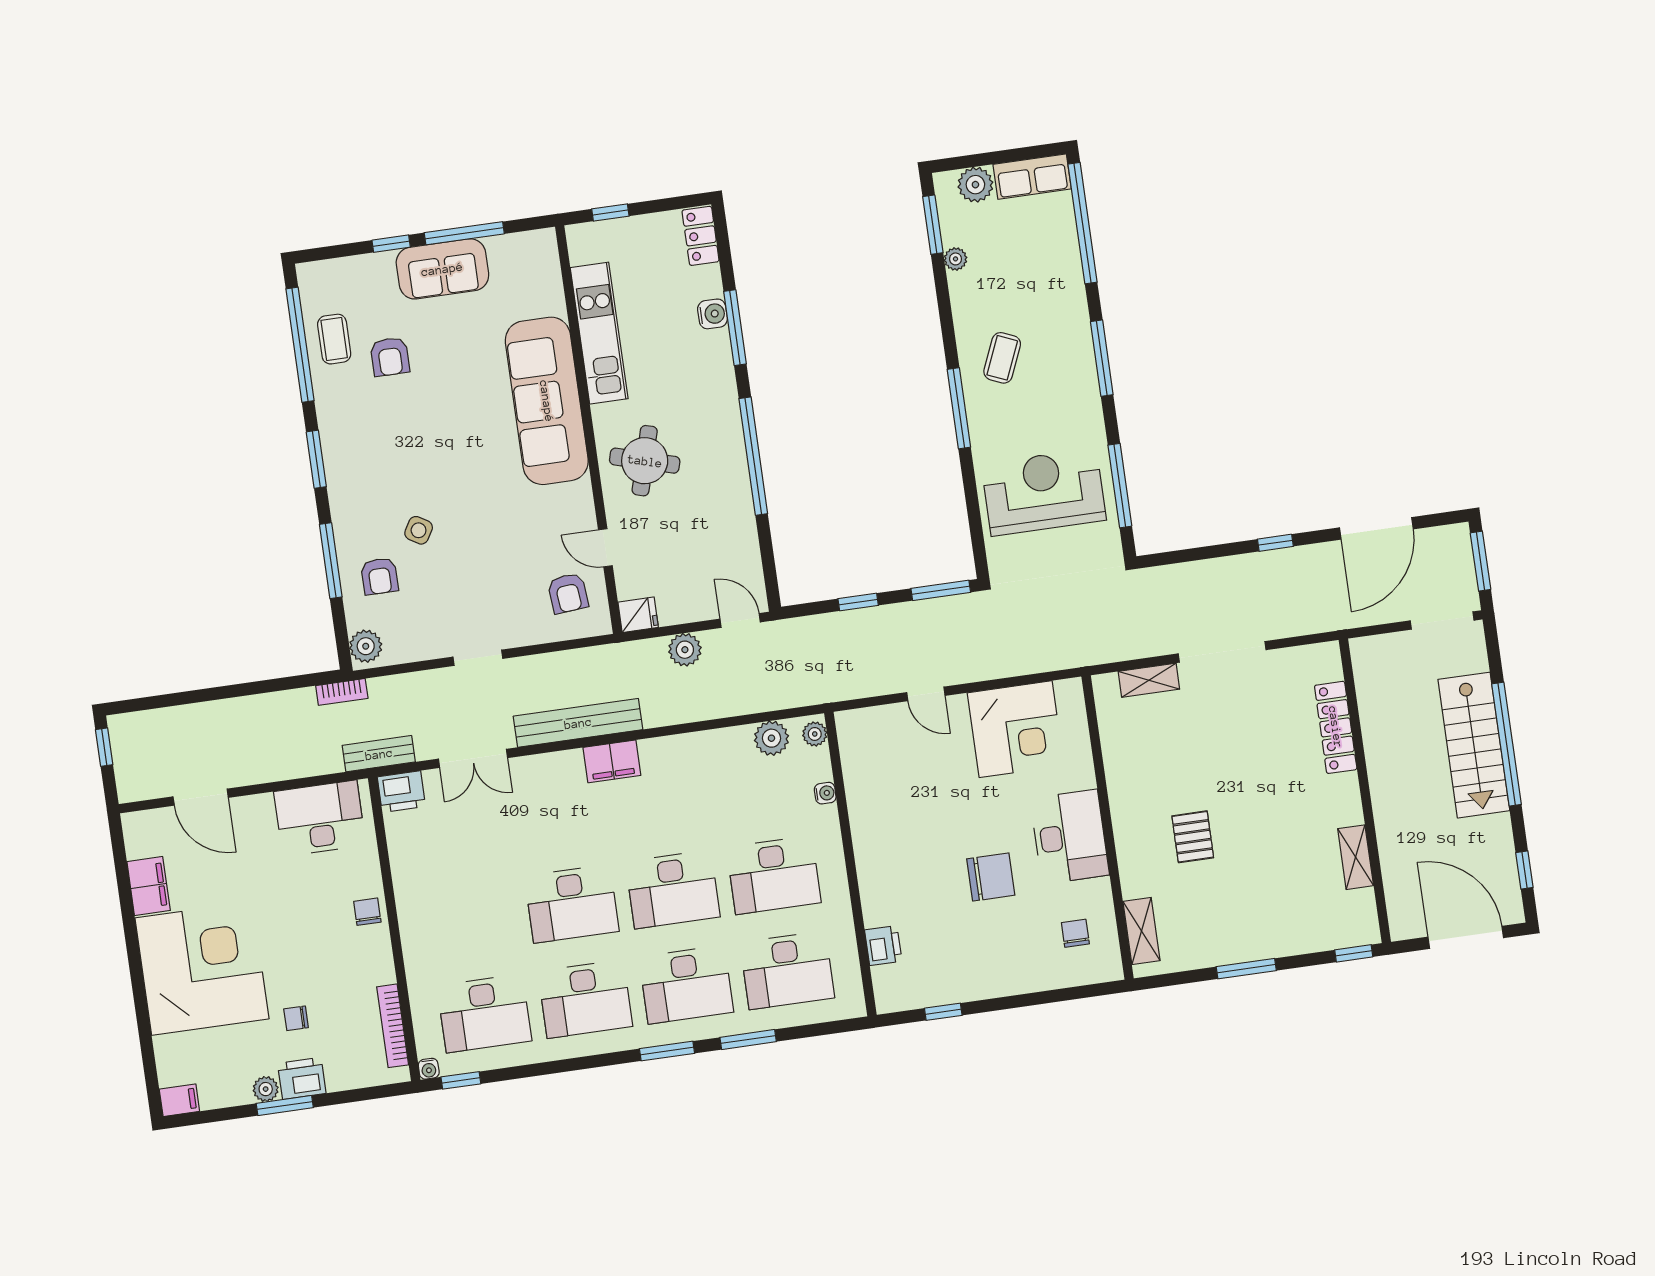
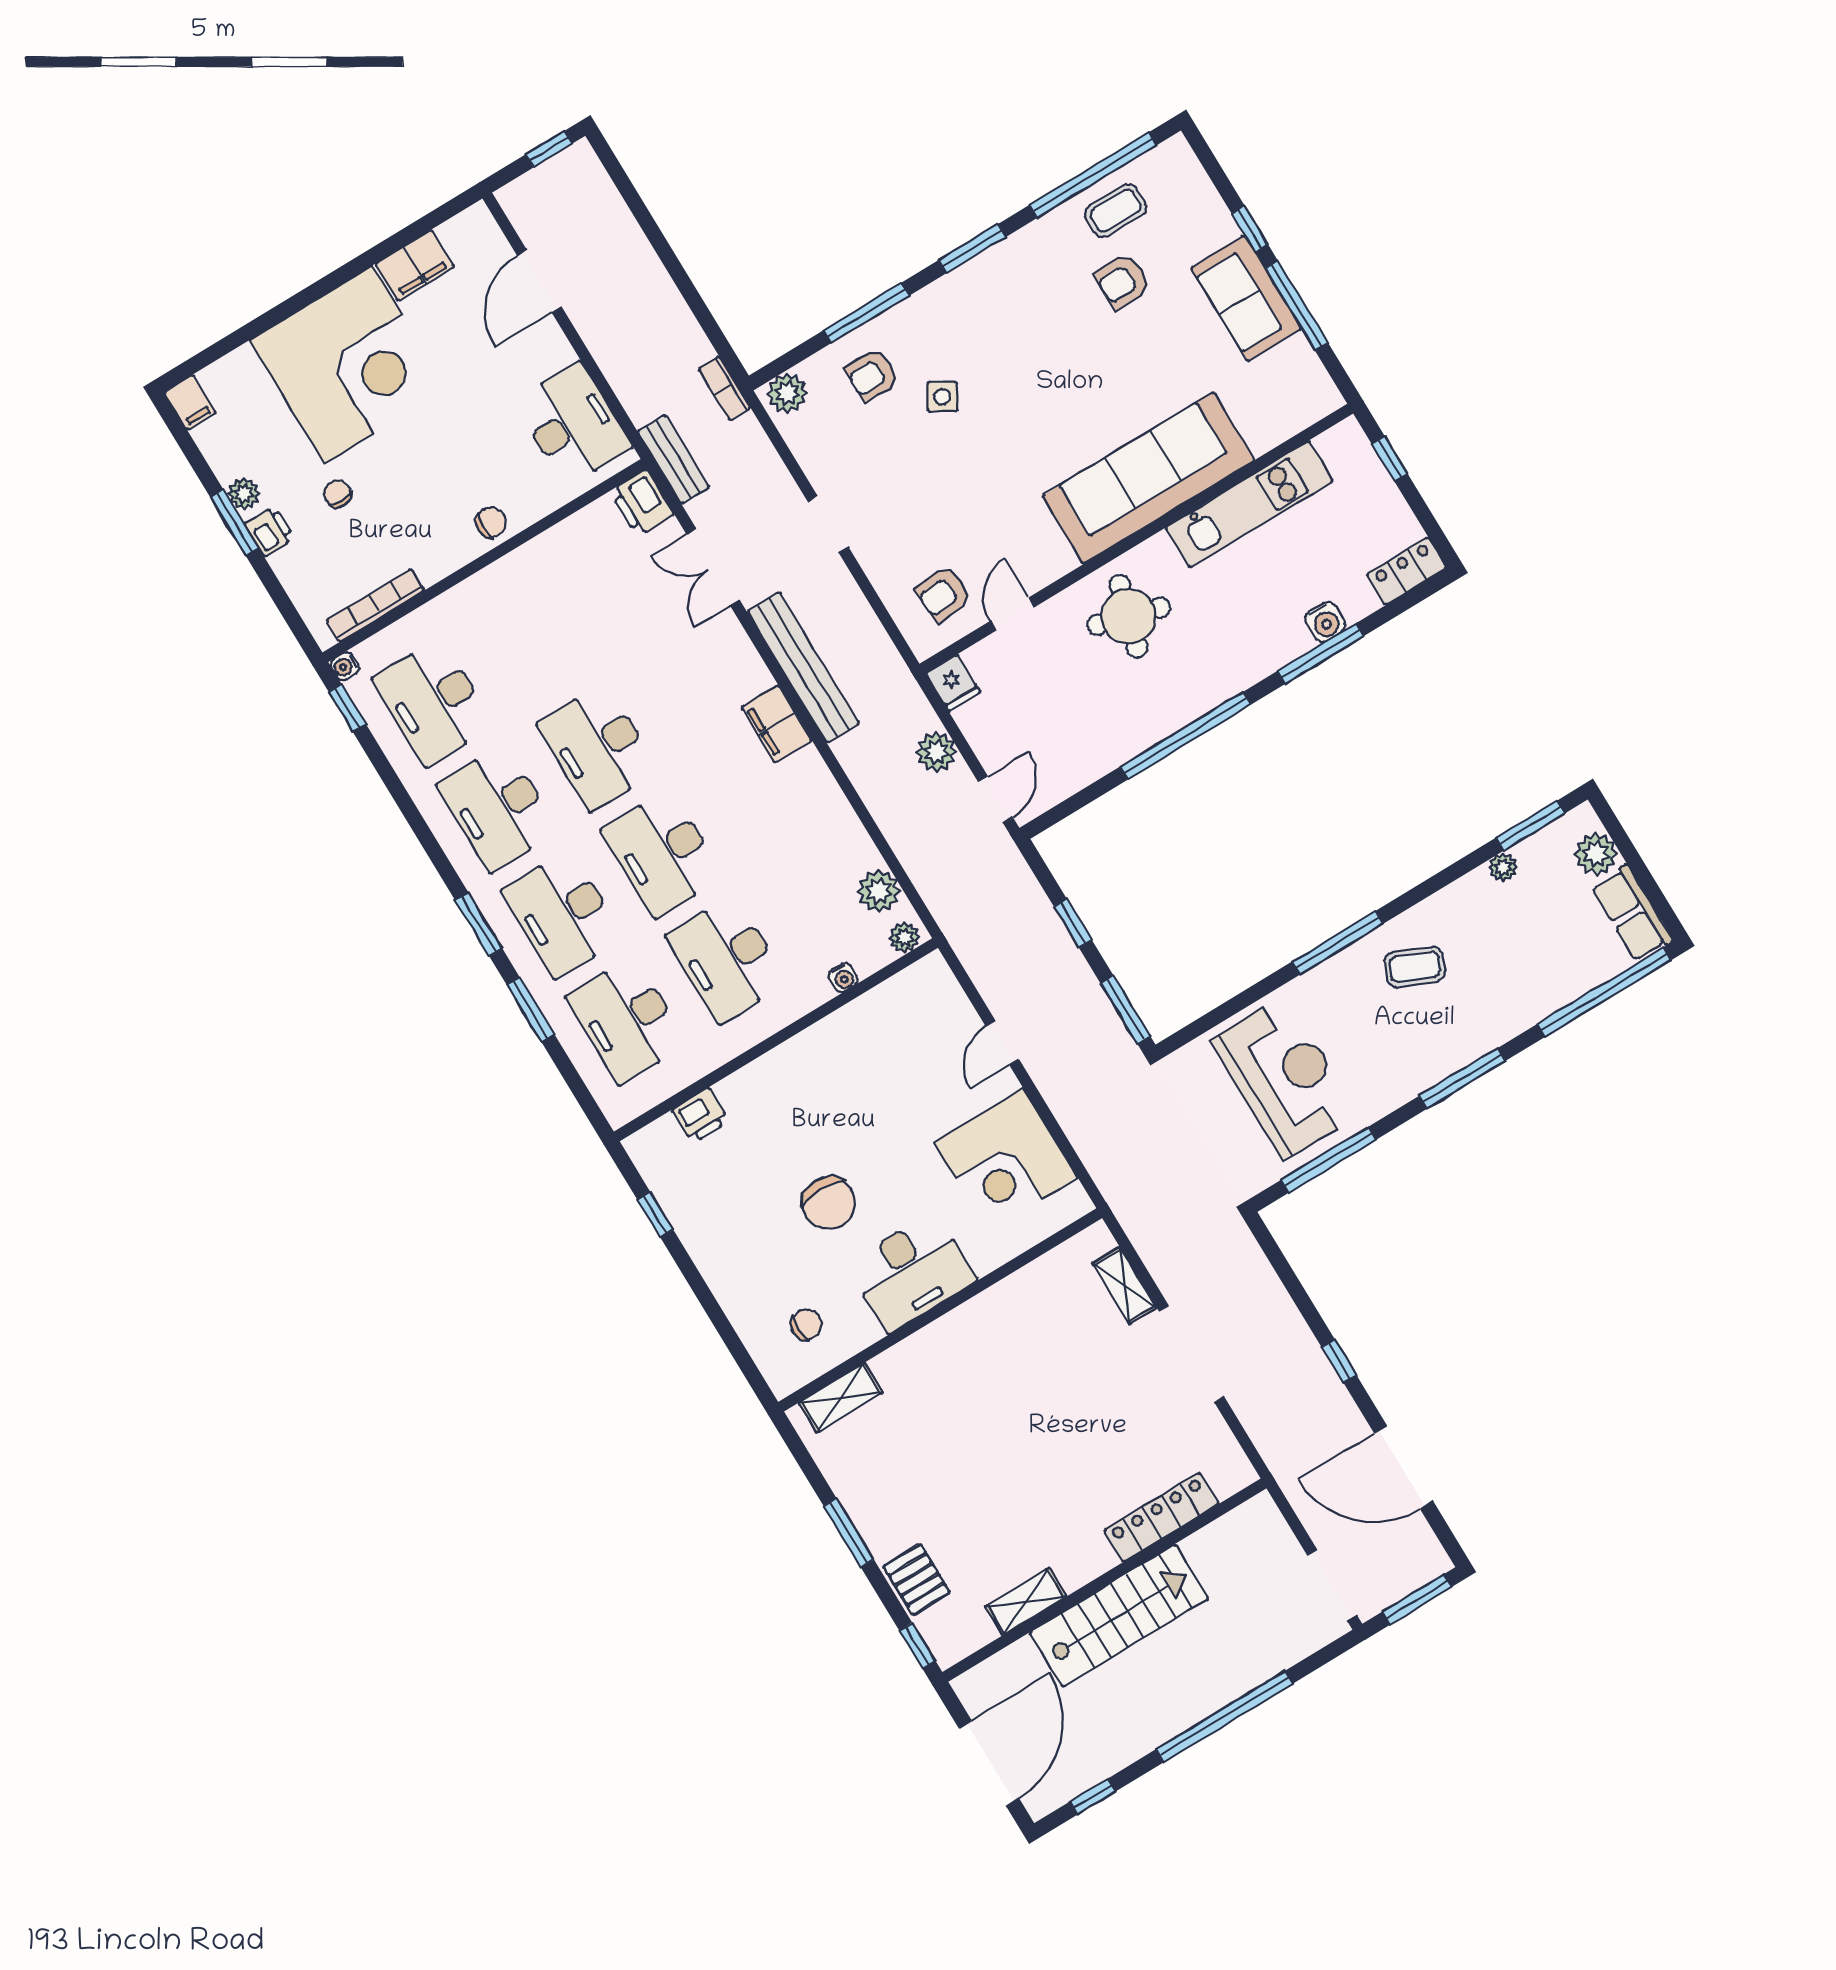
stairs: (1474, 745) -> (1119, 1616), moved, turned 180
pallet: (1193, 837) -> (917, 1580), moved, turned 90
printer: (302, 1078) -> (269, 531), width x0.73, depth x0.81

